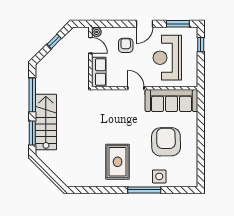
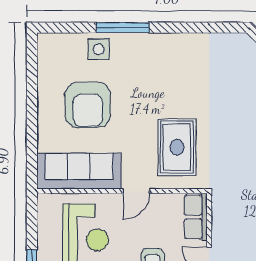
door: (136, 88) -> (136, 191), hinge flipped
rug: (118, 162) -> (177, 147), moved

